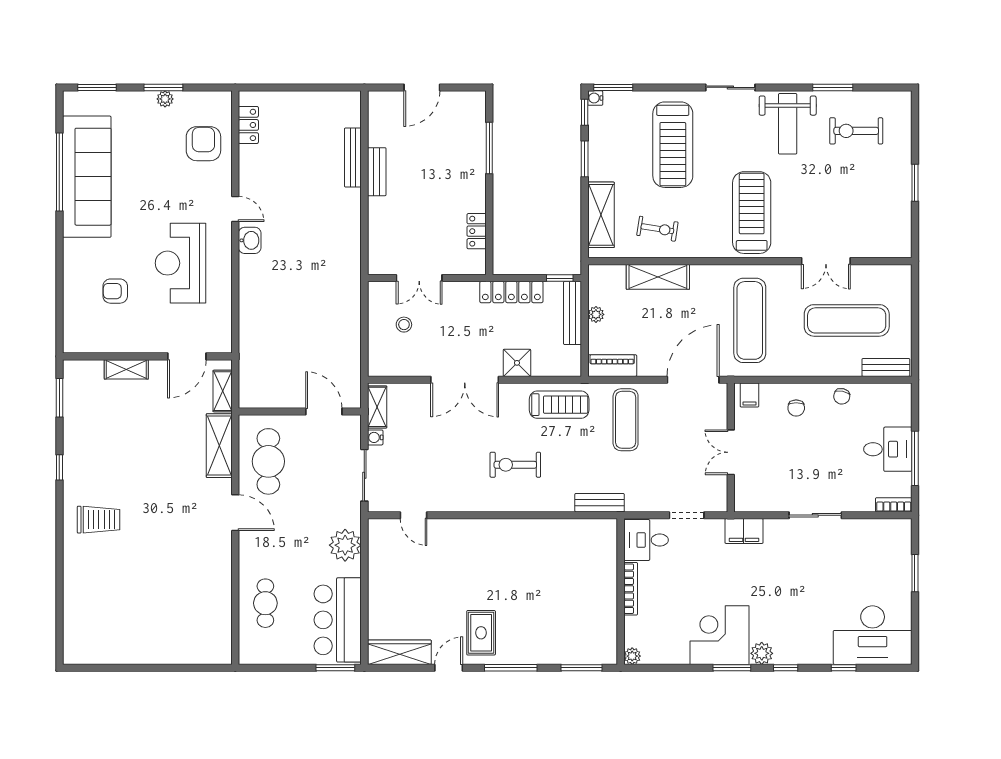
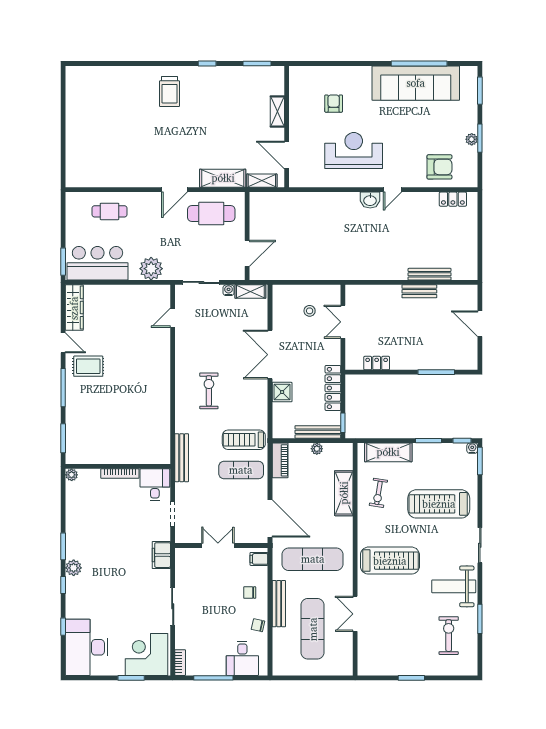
bench: (886, 367) -> (279, 604), moved, width x1.36
treadmill: (559, 405) -> (244, 440), moved, turned 90
desk: (888, 449) -> (242, 658), moved
bench: (600, 503) -> (182, 458), width x1.36
corner desk: (719, 635) -> (146, 654), moved, turned -90

